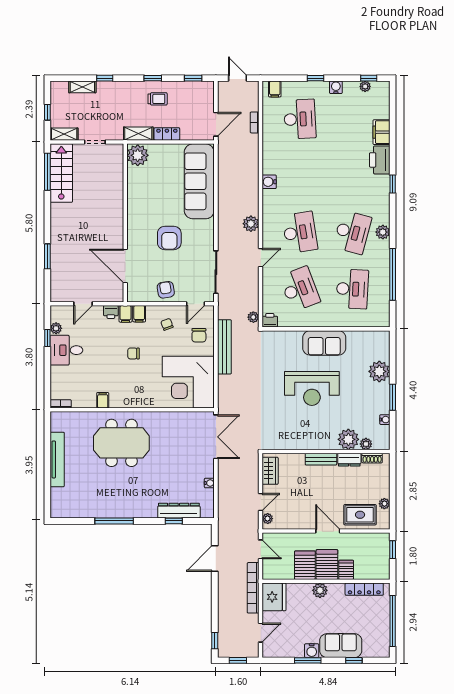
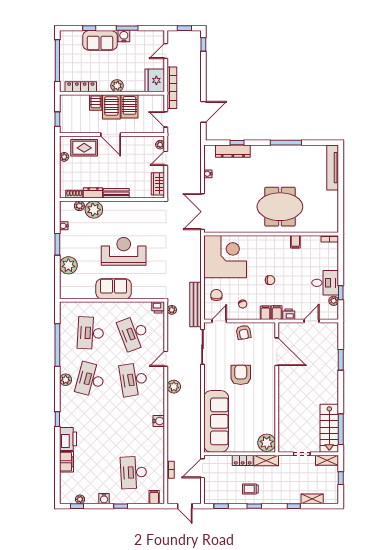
bench: (224, 347) -> (196, 305), moved
tv unit: (57, 459) -> (333, 168), moved

